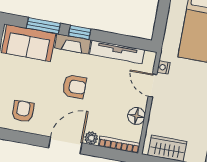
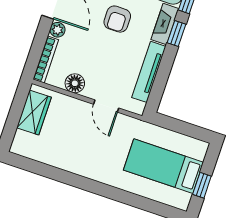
nightstand: (163, 67) -> (125, 121), removed
door: (153, 85) -> (106, 106), swing flipped

